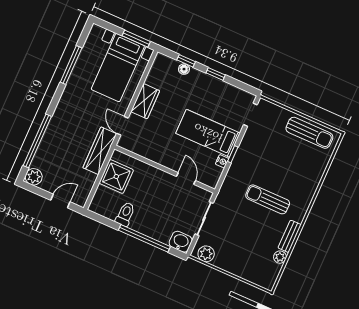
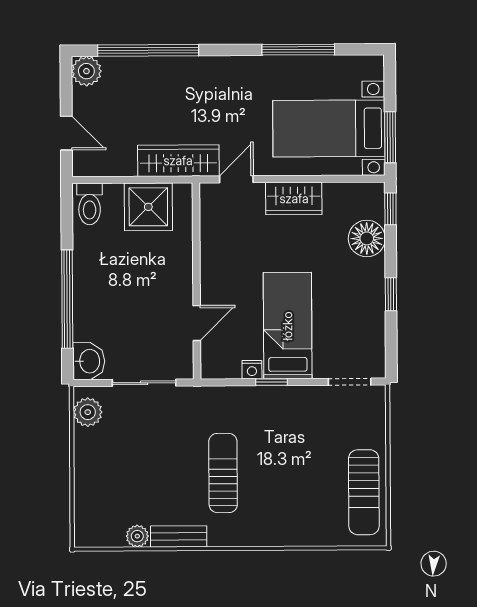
window: (186, 61) -> (390, 209), moved
floor lamp: (184, 69) -> (367, 238), width x1.89, depth x1.89
toilet: (125, 214) -> (90, 204), moved, turned 90

